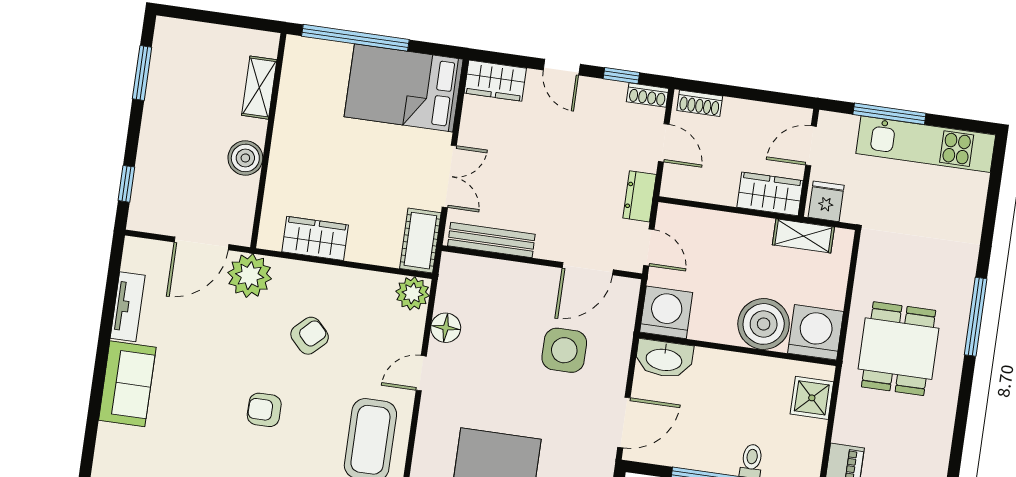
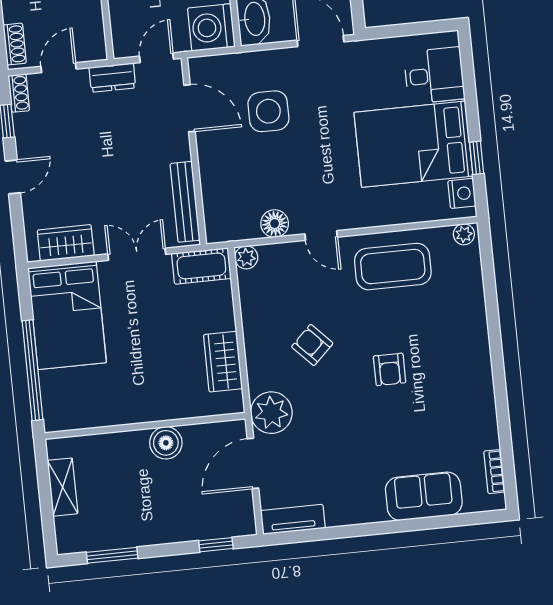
wardrobe: (495, 81) -> (66, 243), moved, turned -90
shelving: (259, 88) -> (63, 487), moved, turned 90
door: (201, 243) -> (253, 463), swing flipped
plant: (413, 293) -> (246, 257), width x0.73, depth x0.73
tv unit: (128, 307) -> (293, 519), moved
sofa: (127, 384) -> (424, 496), moved

